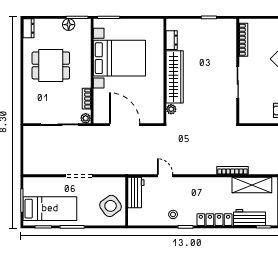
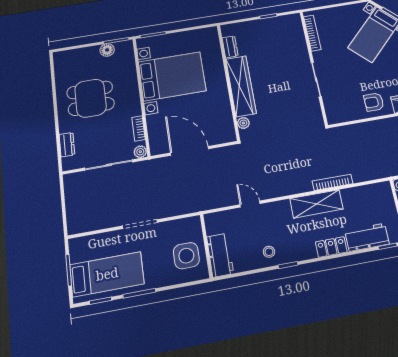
dresser: (29, 28) -> (67, 145), moved
shelving: (252, 185) -> (316, 204), moved
workbench: (136, 192) -> (220, 255), moved
side table: (111, 206) -> (186, 256), turned 36
locker: (214, 220) -> (331, 247), width x0.66

